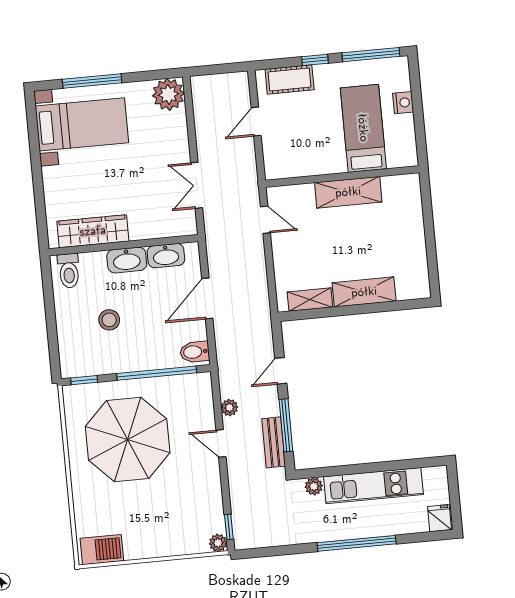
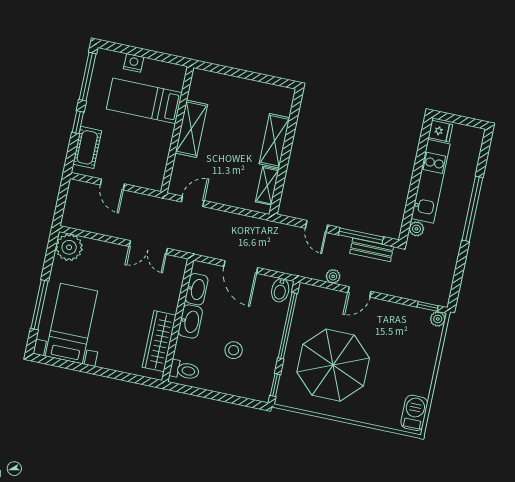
fridge: (439, 518) -> (440, 131), moved, turned 180

